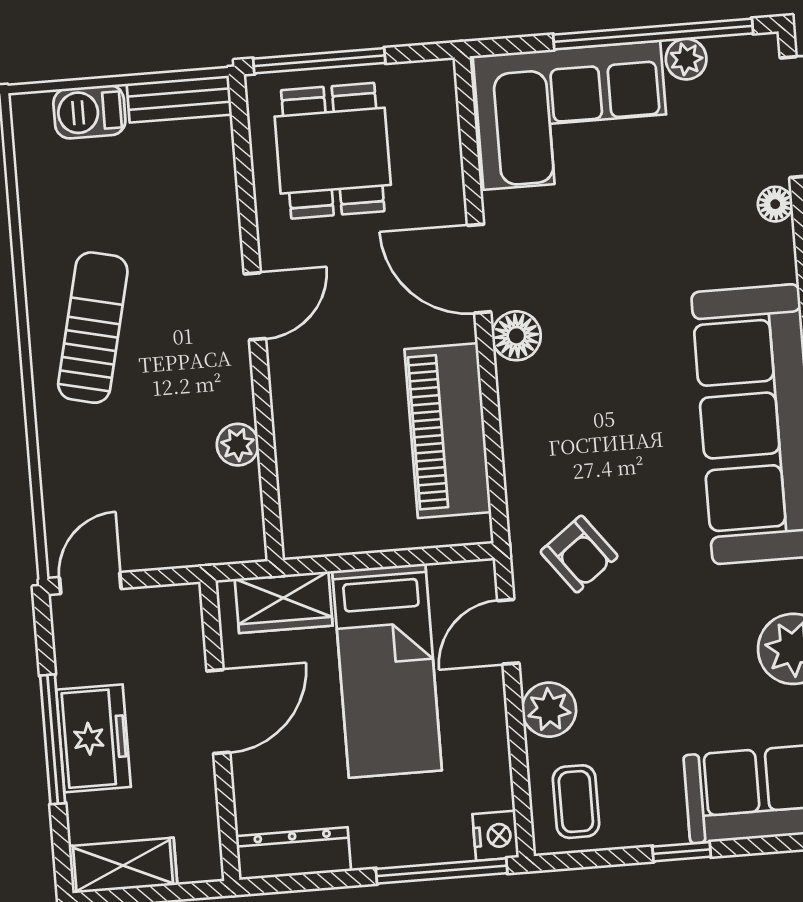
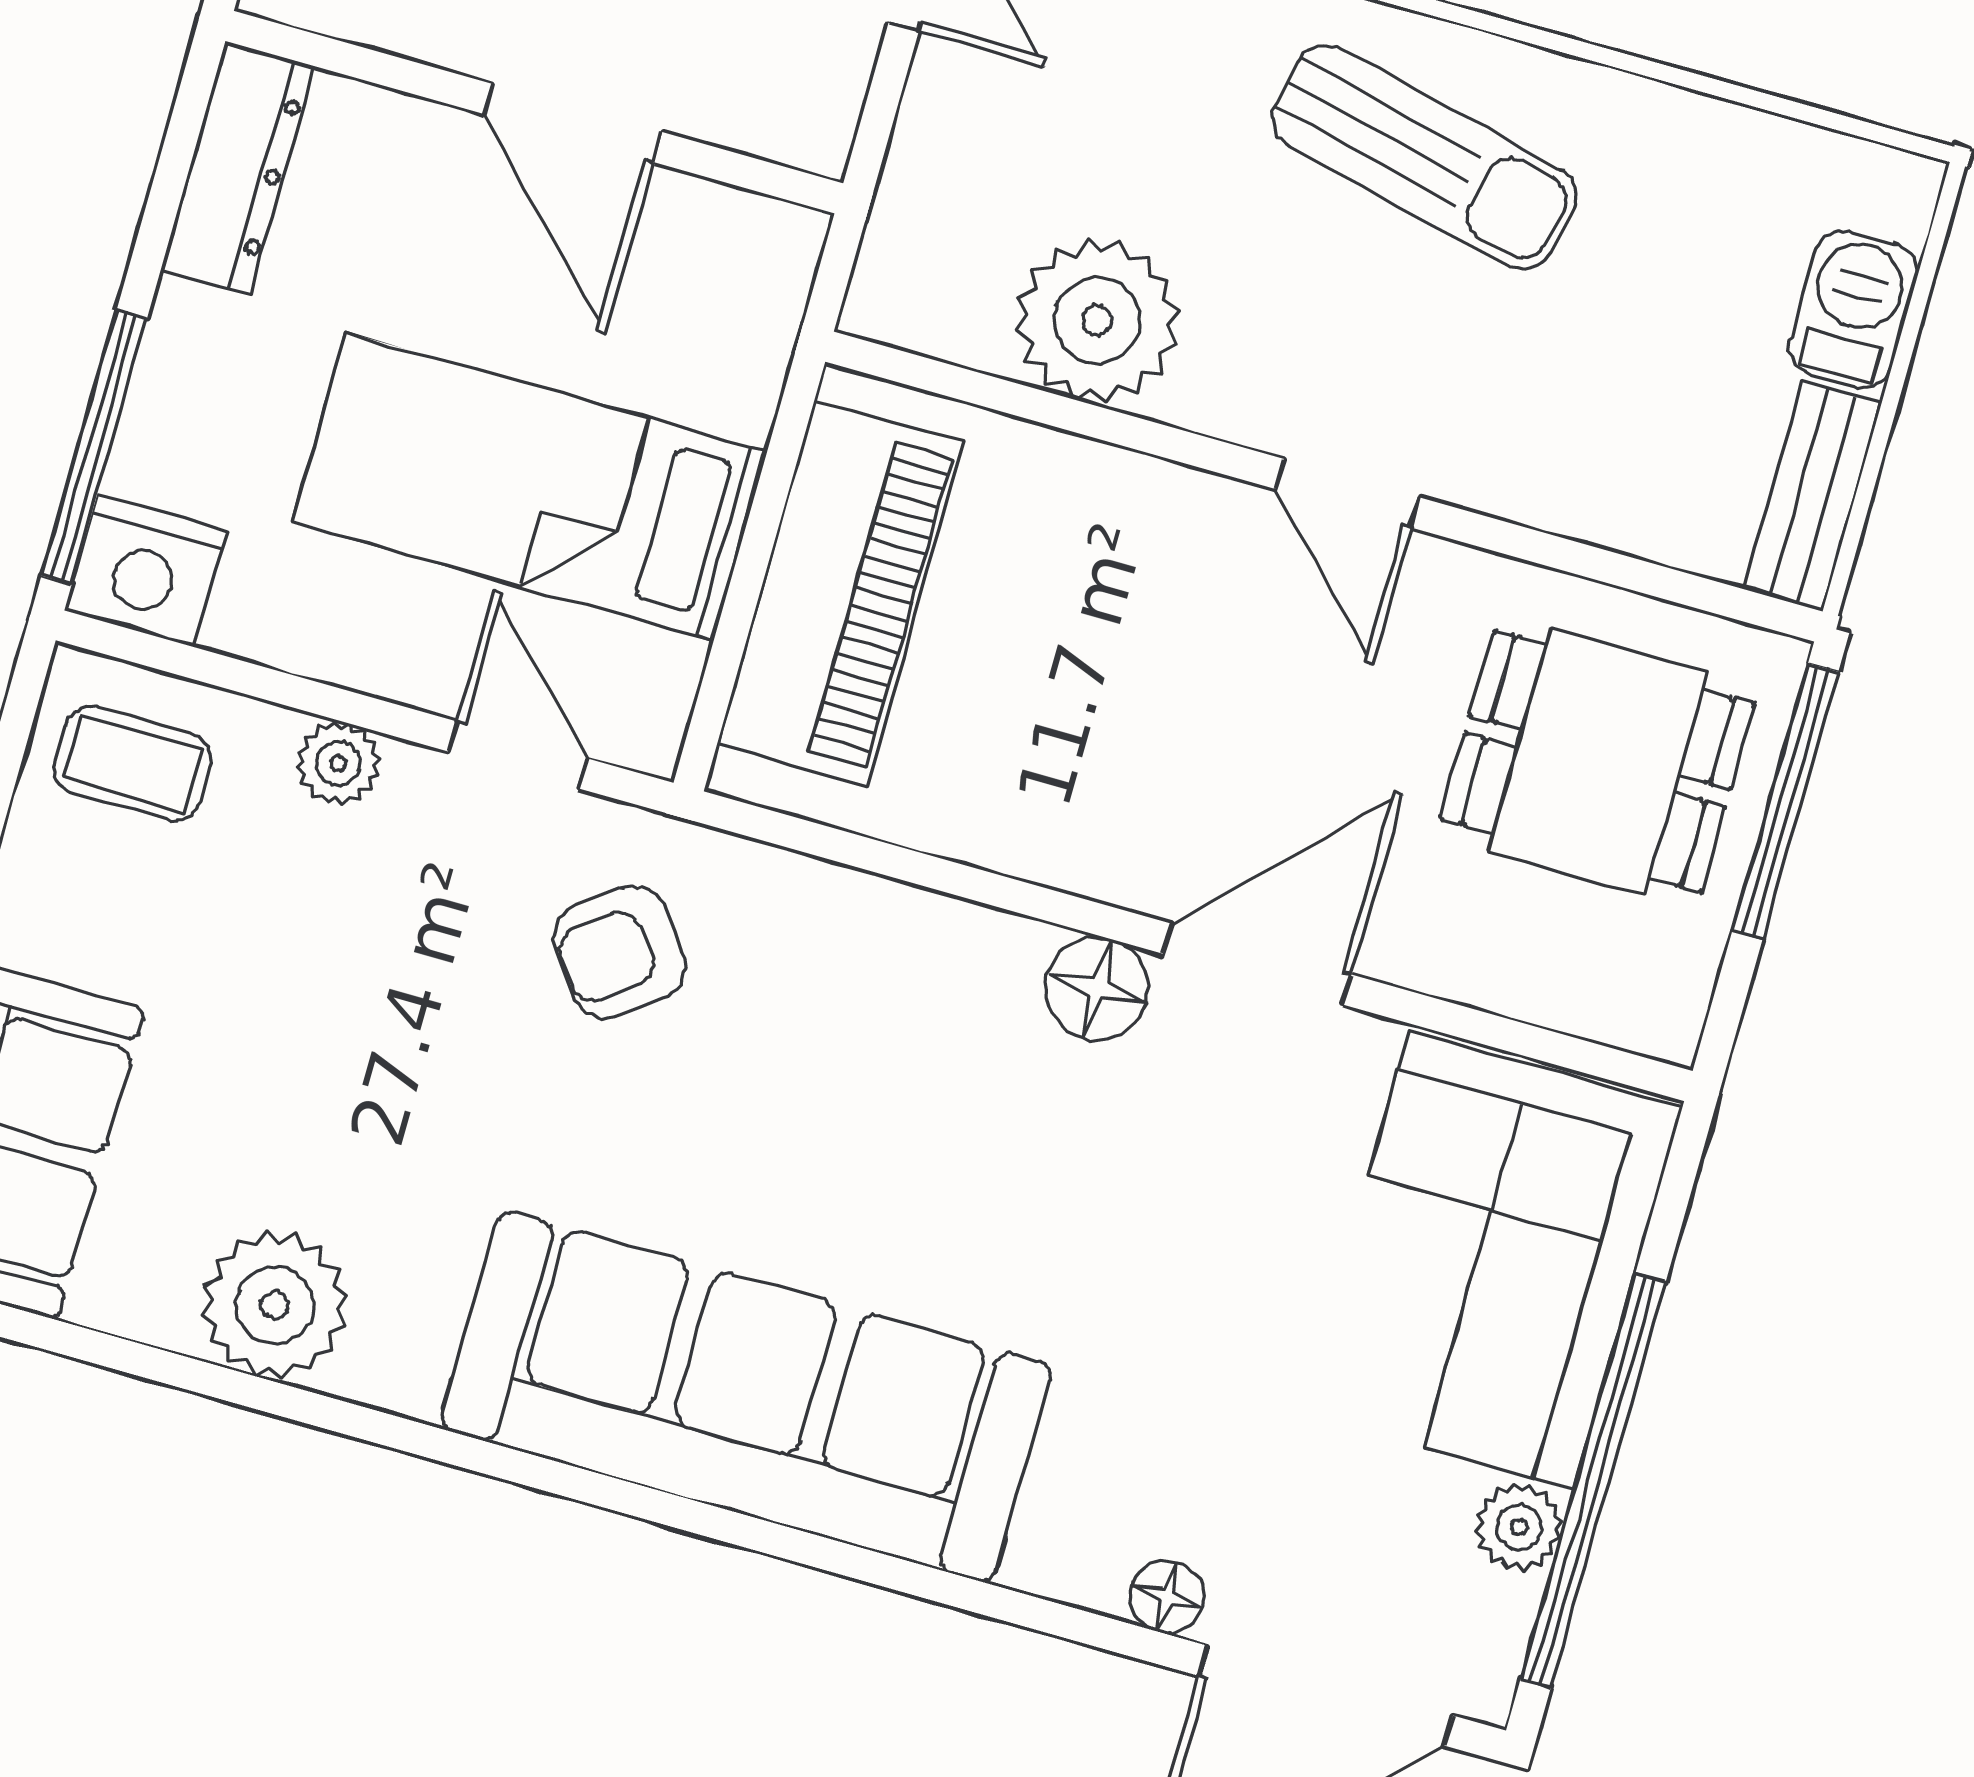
piano: (448, 431) -> (840, 593), moved, turned 90
plant: (238, 445) -> (1097, 321), width x1.88, depth x1.88
wardrobe: (284, 602) -> (741, 333), removed
plant: (549, 710) -> (338, 763), width x0.73, depth x0.73
nightstand: (496, 836) -> (145, 571), width x1.36, depth x1.33

